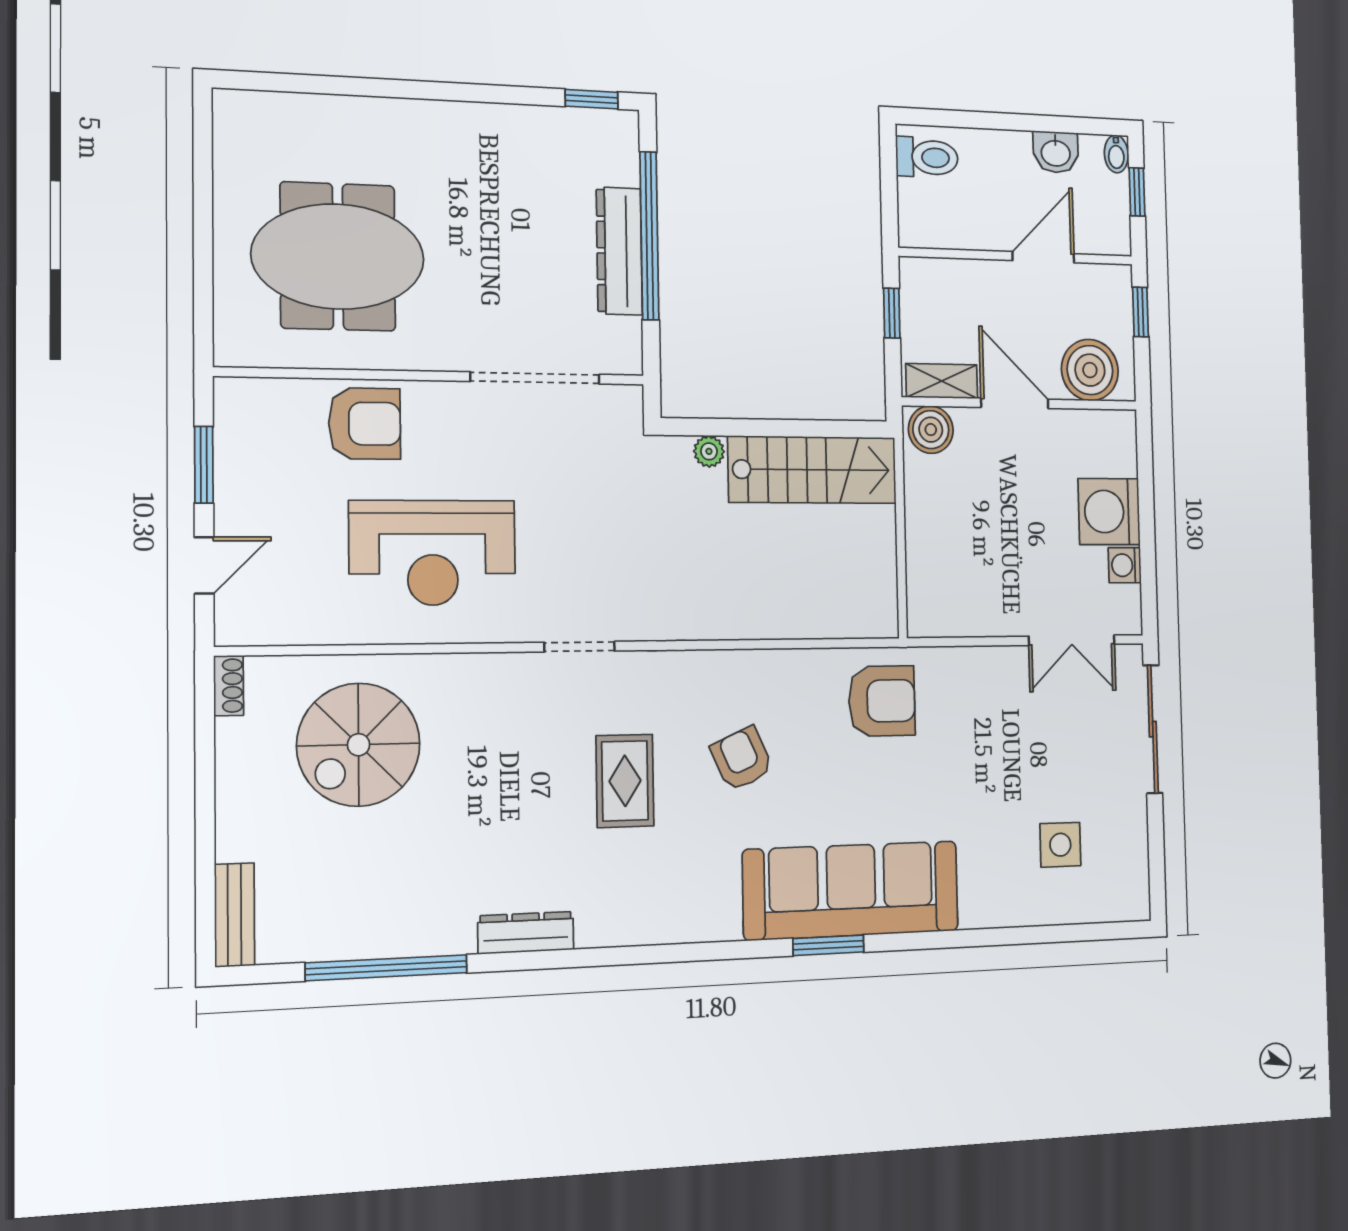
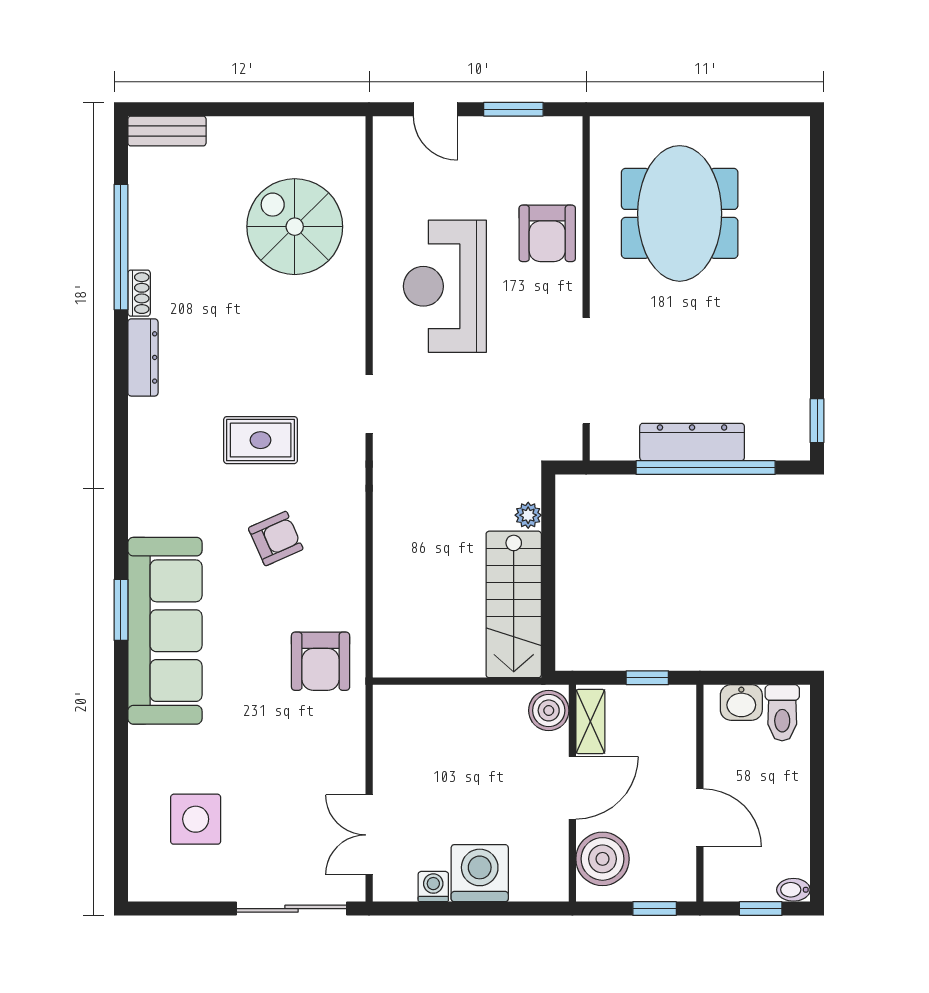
washbasin: (1056, 152) -> (741, 702), moved, turned -90
shoe rack: (229, 686) -> (139, 293), moved, turned -90
side table: (1060, 845) -> (196, 819), width x1.37, depth x1.37

